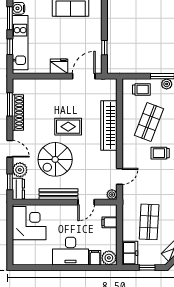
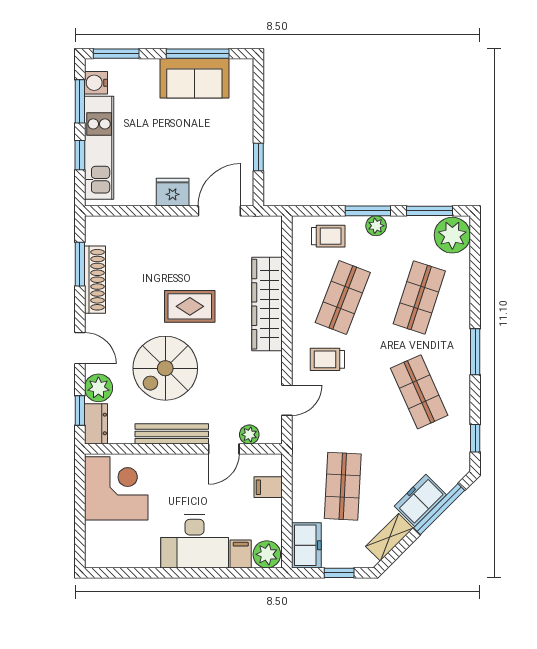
trolley: (160, 153) -> (327, 359), moved
plant: (112, 195) -> (249, 435), moved

